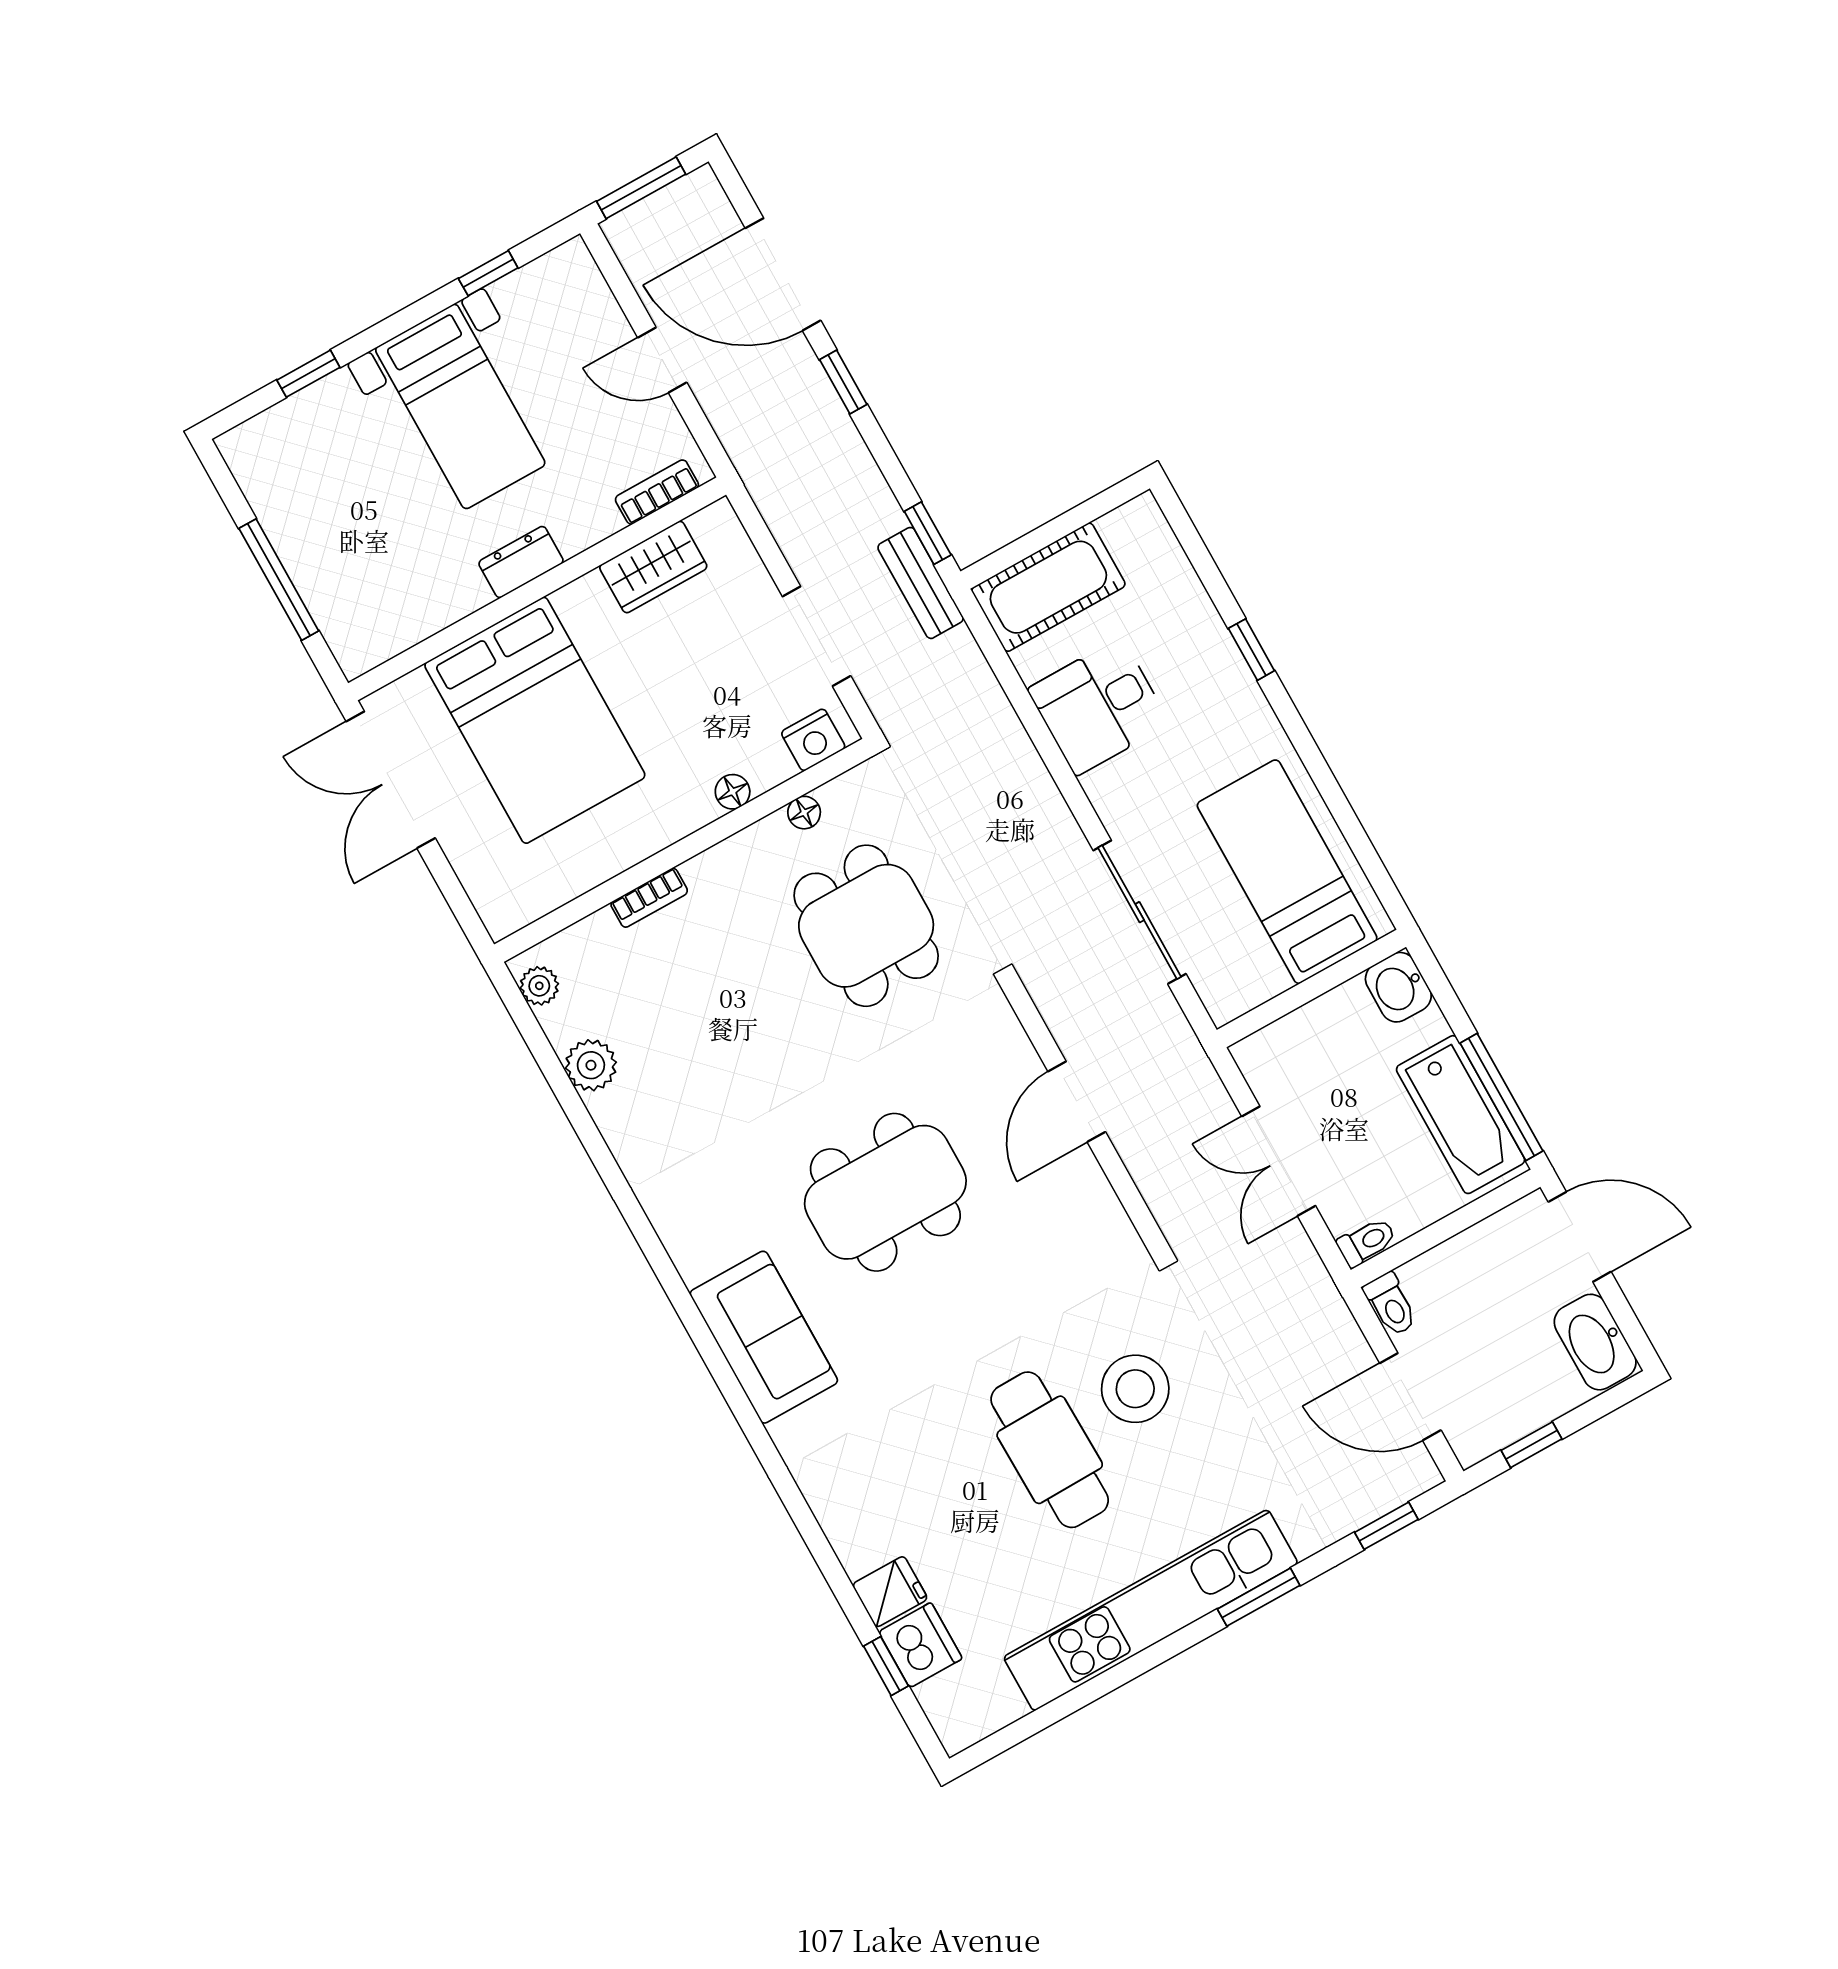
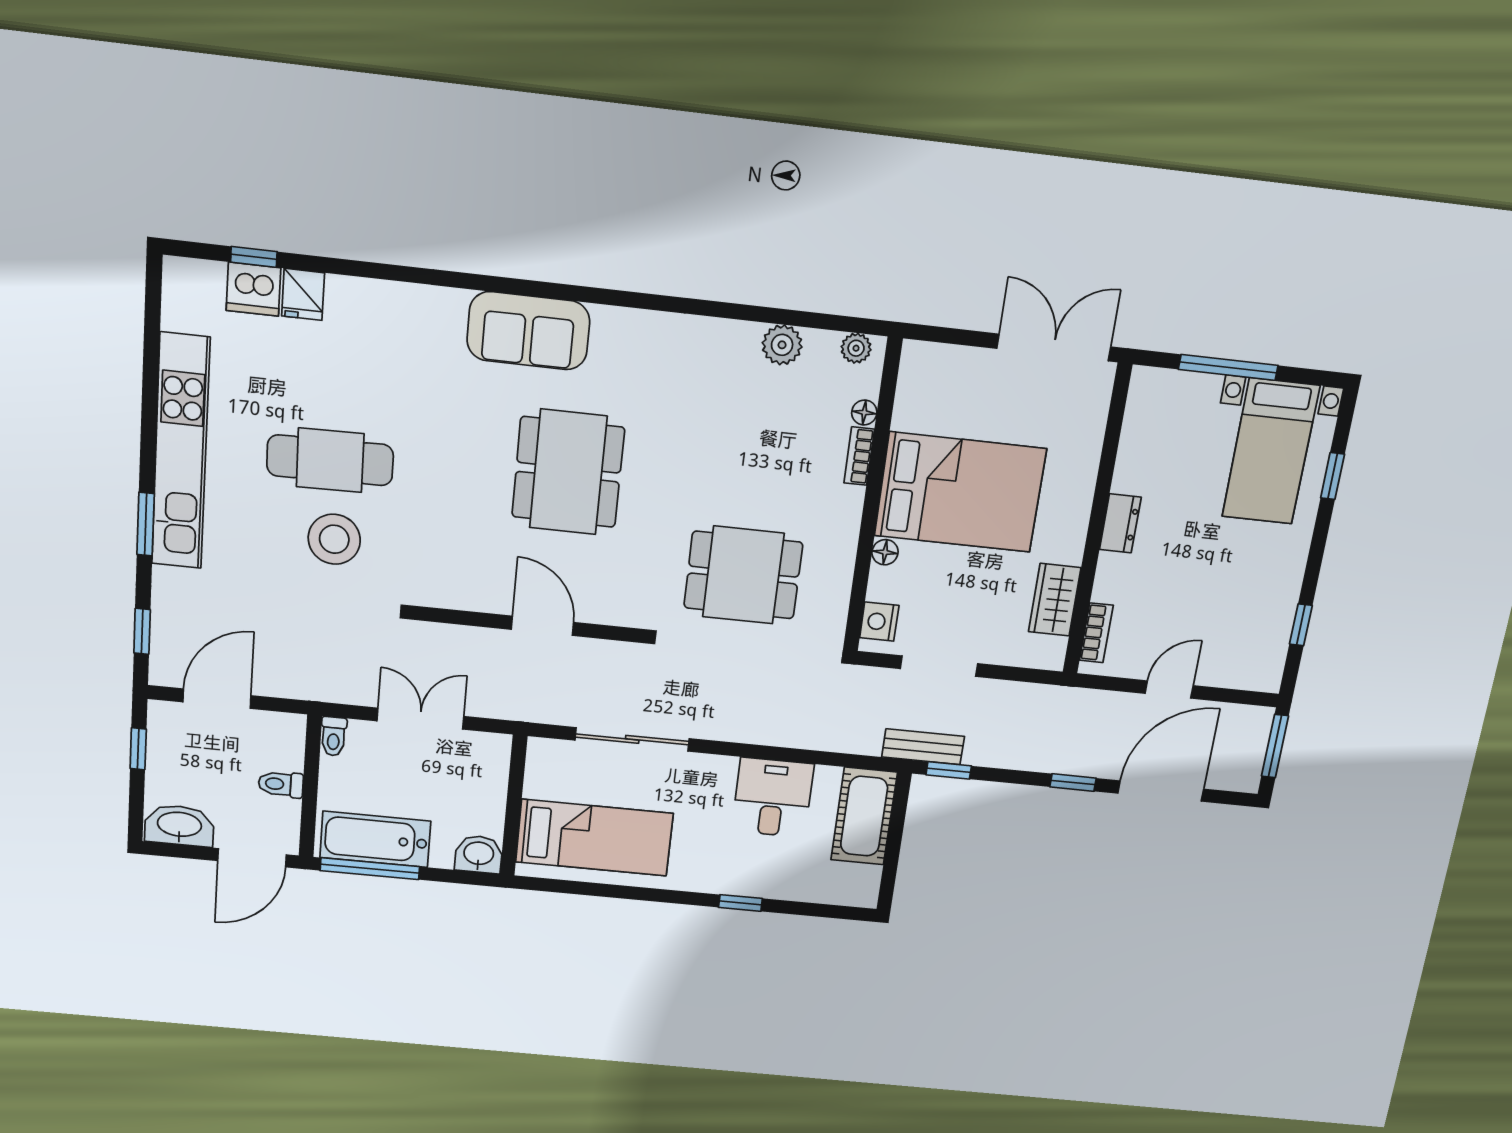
bed with nightstands: (460, 406) -> (1271, 451), moved, turned -90
bed: (535, 720) -> (960, 492), moved, turned 180
floor lamp: (804, 813) -> (864, 413), moved
toilet: (1391, 1304) -> (281, 784), moved

